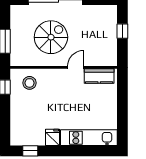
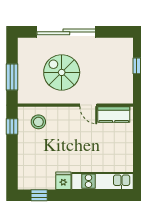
spiral stairs: (51, 37) -> (62, 72), turned -90
door: (76, 67) -> (88, 105), swing flipped

